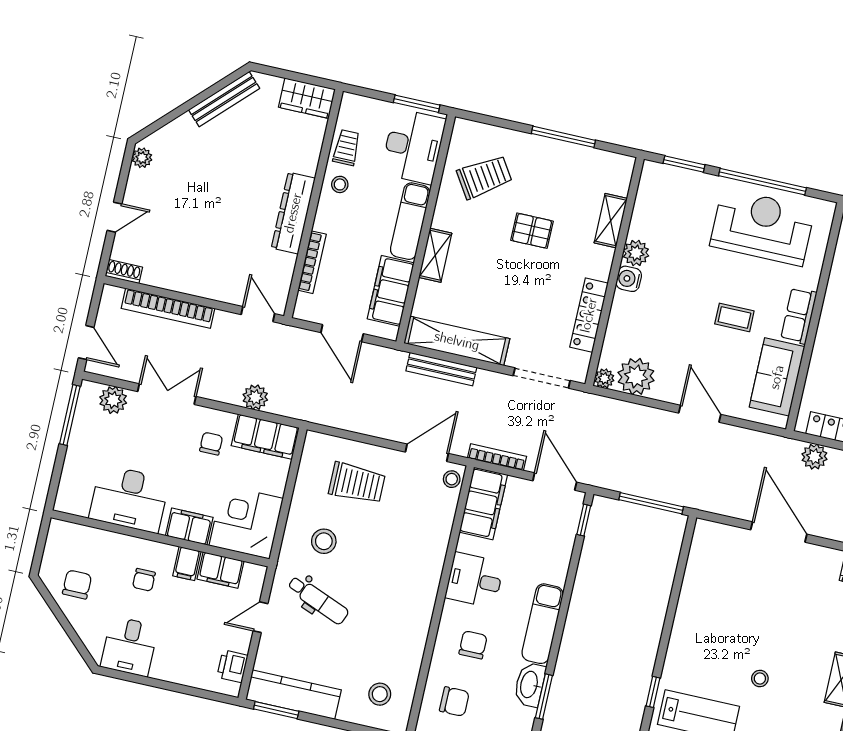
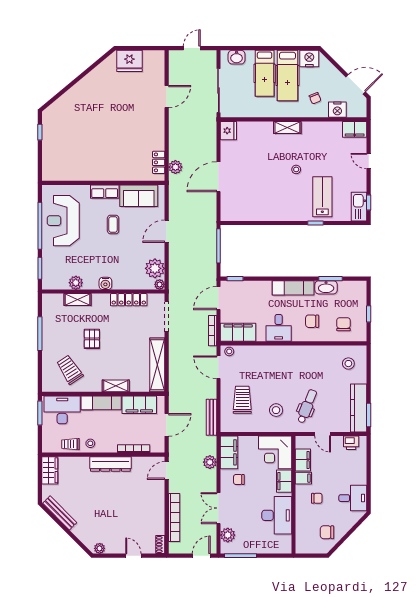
plant: (636, 253) -> (76, 283), moved
bench: (441, 369) -> (211, 417), moved

